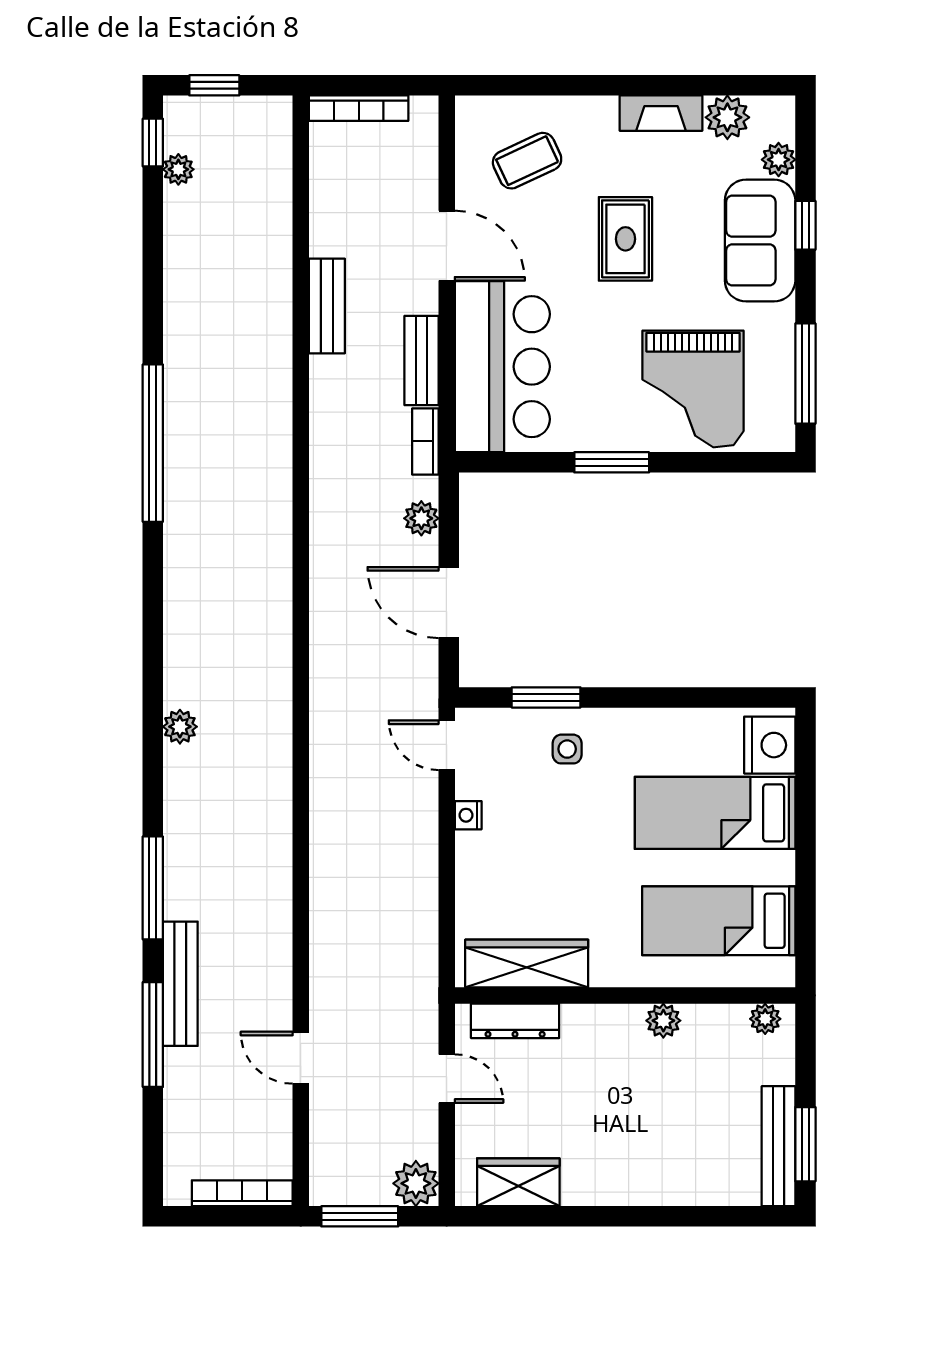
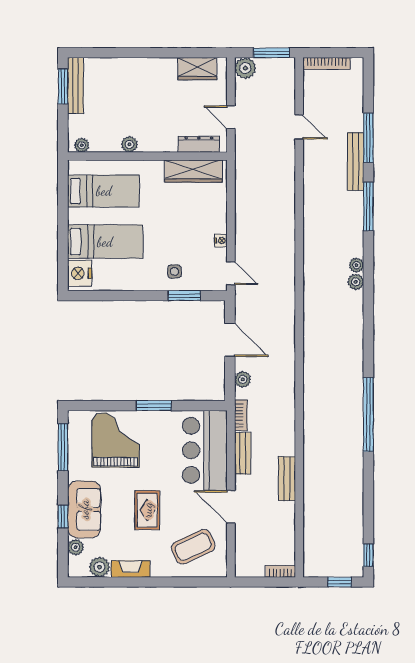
bookcase: (359, 108) -> (280, 571), width x0.64
coffee table: (527, 161) -> (193, 547), width x1.36, depth x1.30
plant: (178, 169) -> (356, 265), moved

